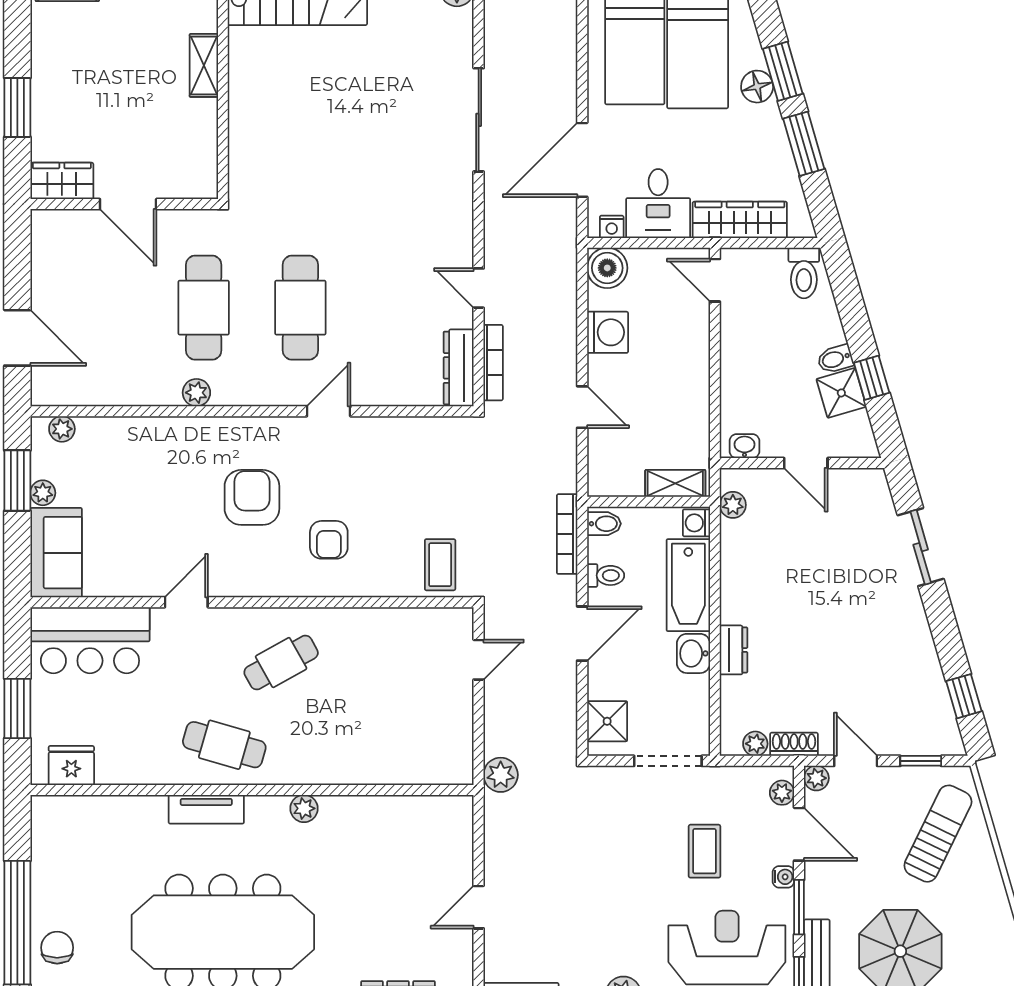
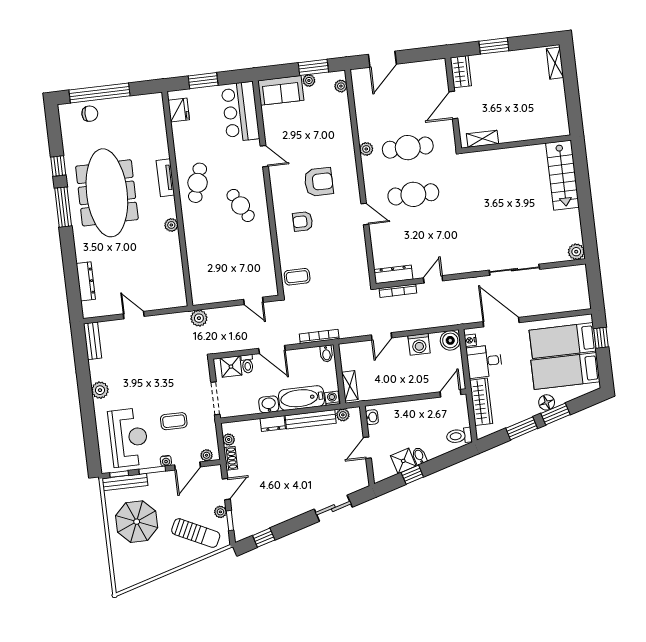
shelving: (204, 65) -> (483, 139), moved
bench: (734, 572) -> (311, 419), added
toilet: (606, 575) -> (247, 364), moved
plant: (816, 778) -> (220, 512), moved

